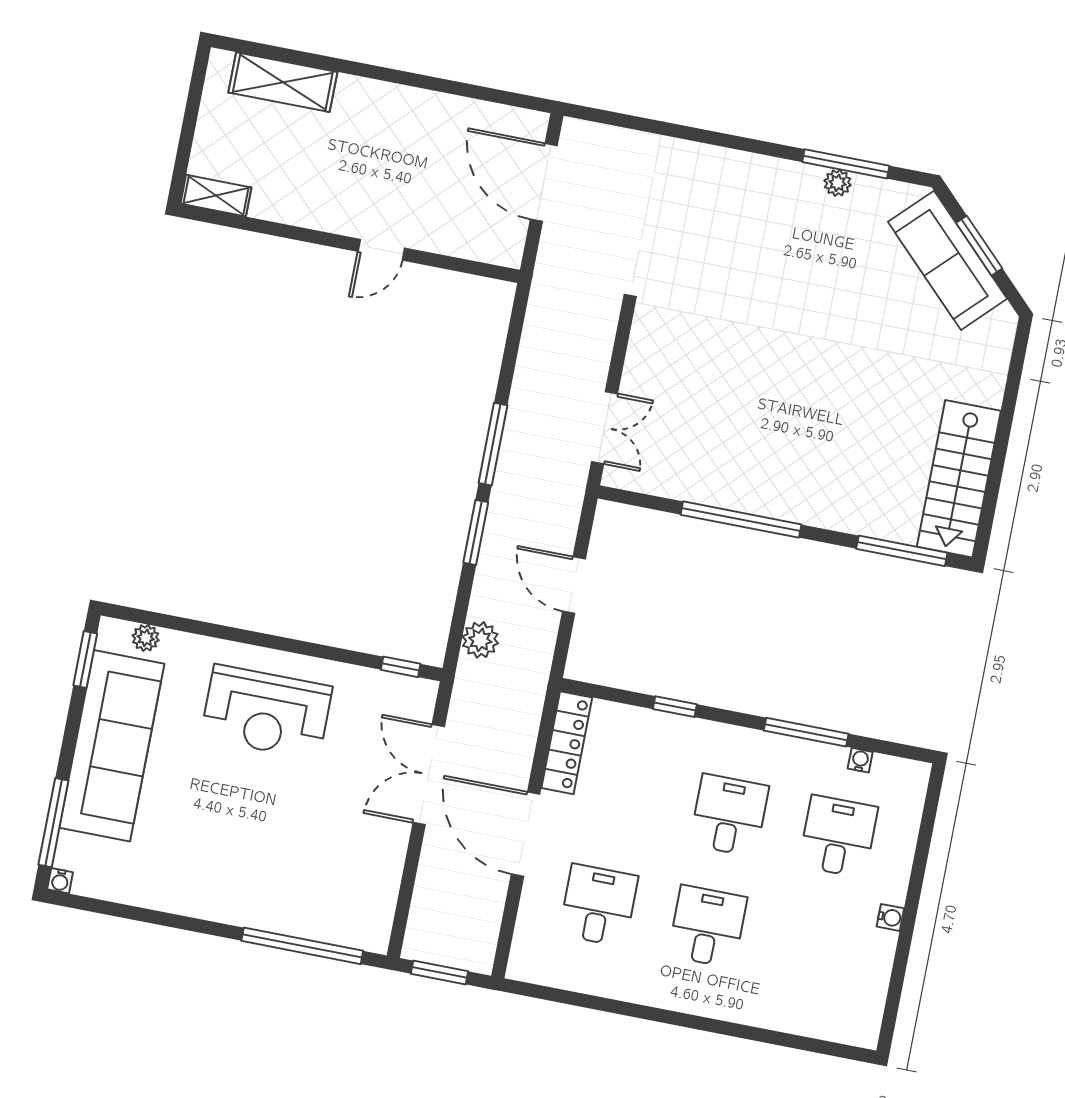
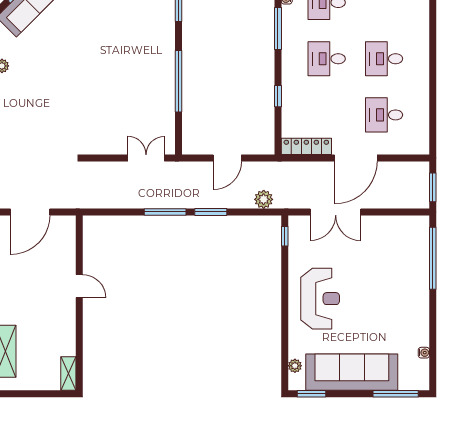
water cooler: (60, 881) -> (424, 353), moved

